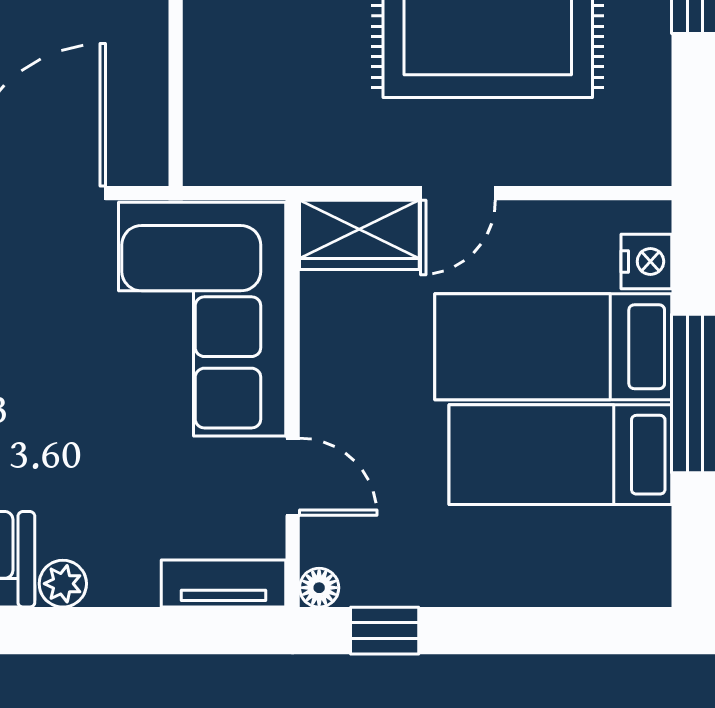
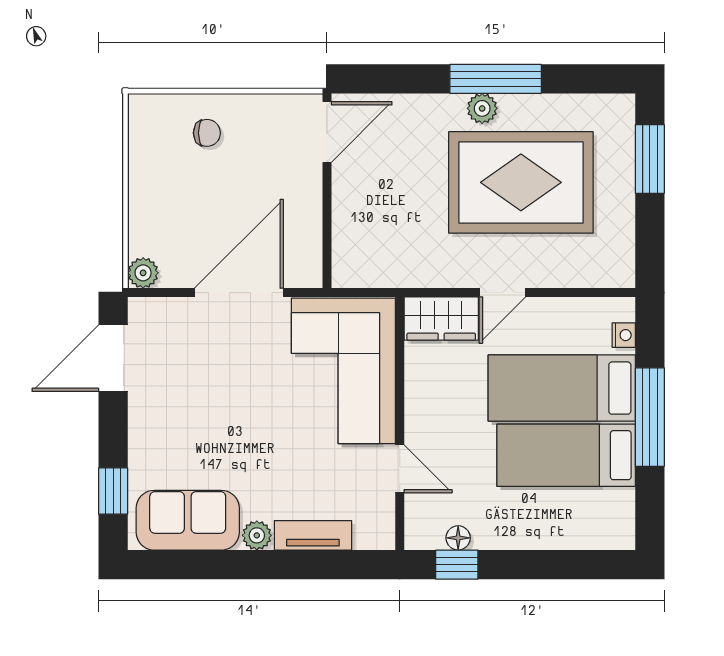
nightstand: (646, 261) -> (624, 335), width x0.72, depth x0.74
tv unit: (224, 584) -> (313, 535), moved
floor lamp: (319, 588) -> (458, 538), moved

